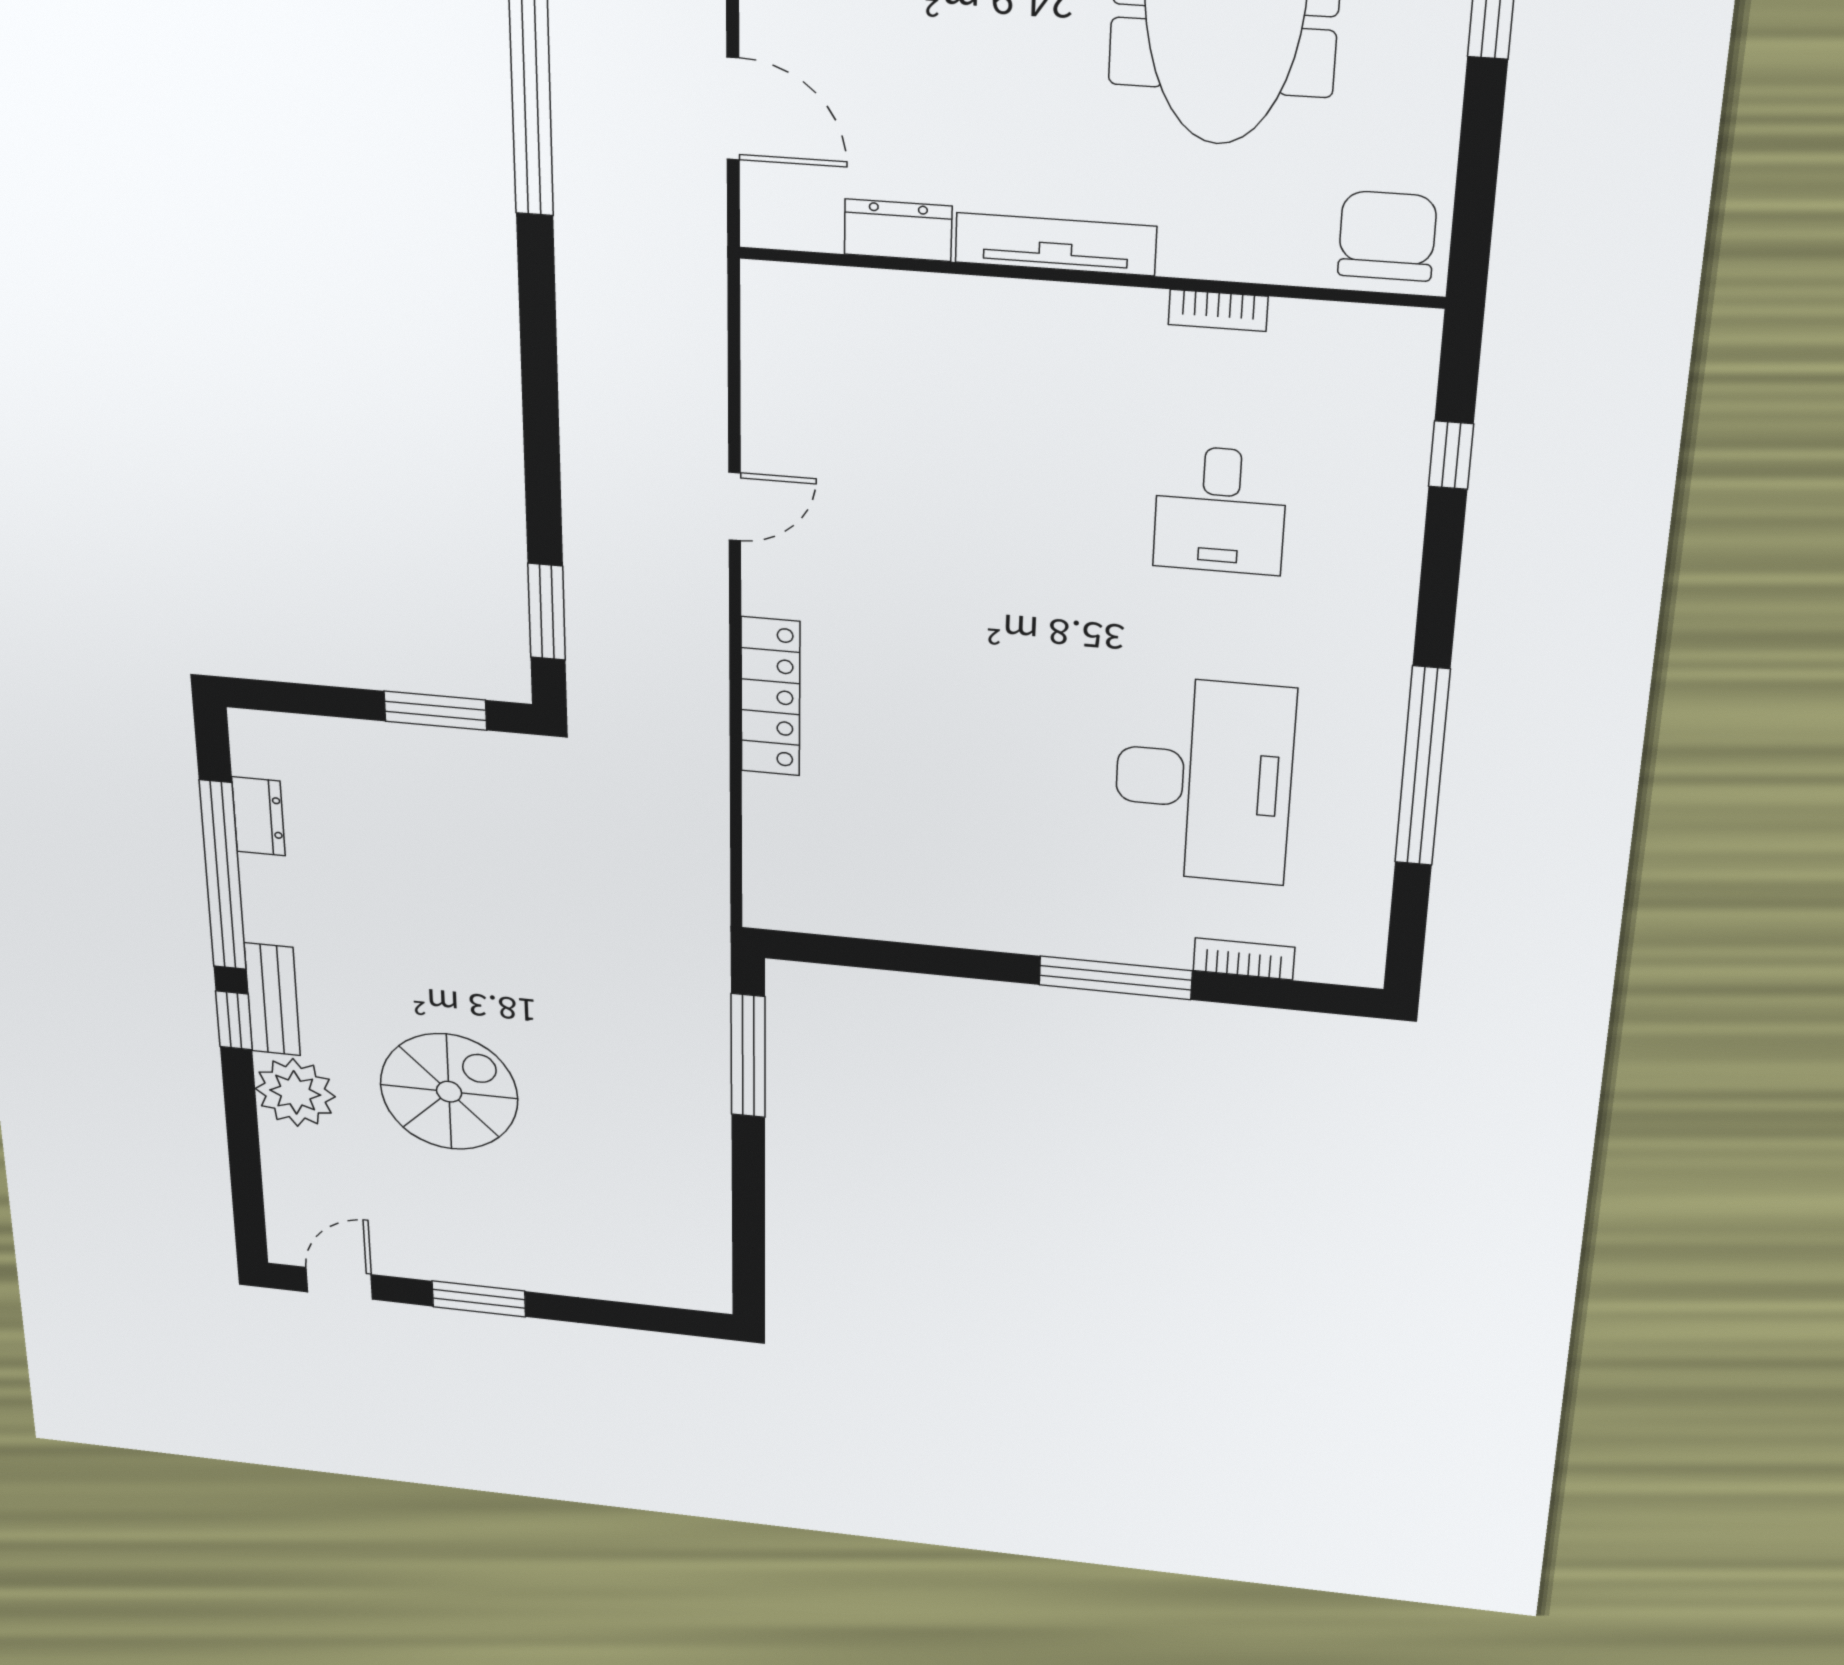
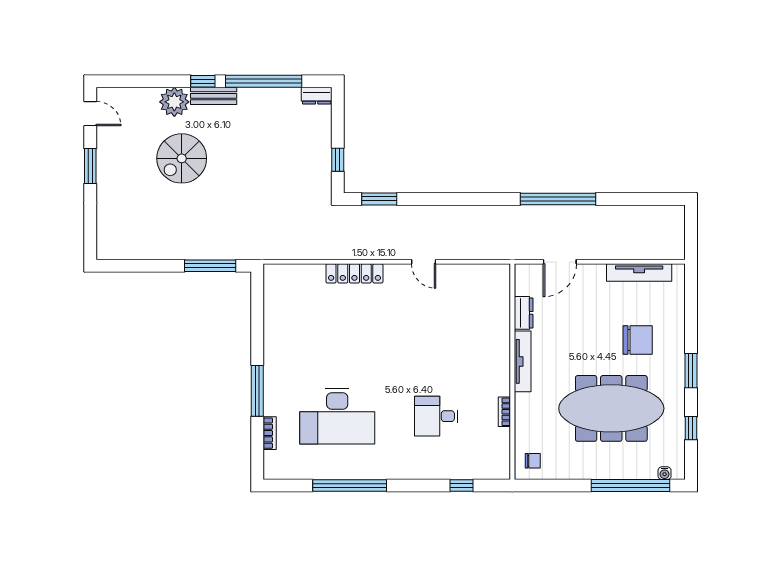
chair: (1387, 236) -> (533, 461), width x0.54, depth x0.54
window: (435, 711) -> (338, 160), width x0.67
dresser: (259, 816) -> (317, 96), moved
spiral stairs: (449, 1092) -> (182, 158), turned 90

